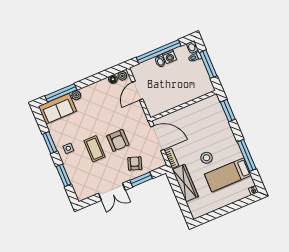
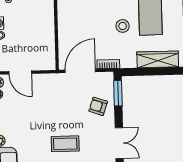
armchair: (118, 140) -> (66, 115), removed
window: (141, 179) -> (118, 93), moved
wardrobe: (185, 183) -> (158, 59), moved

